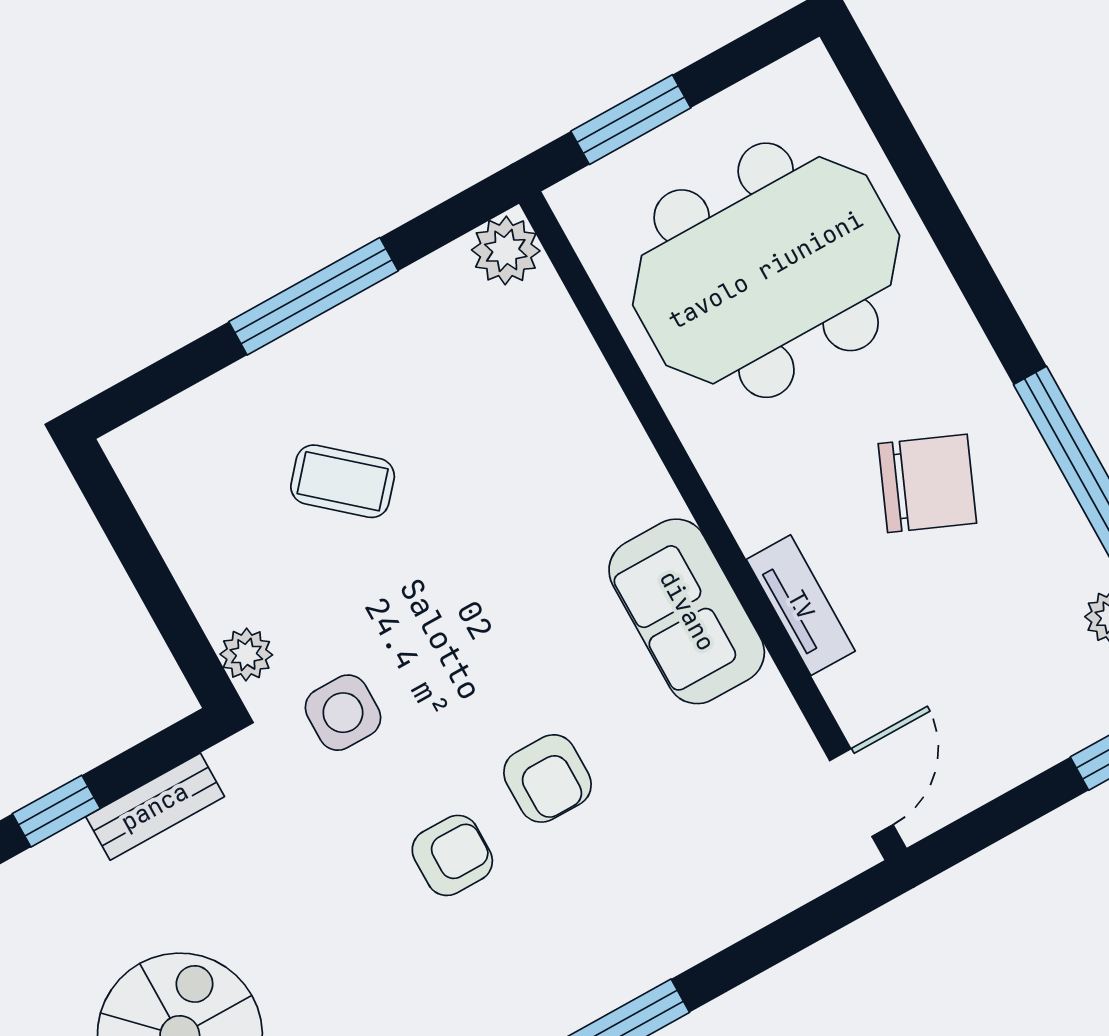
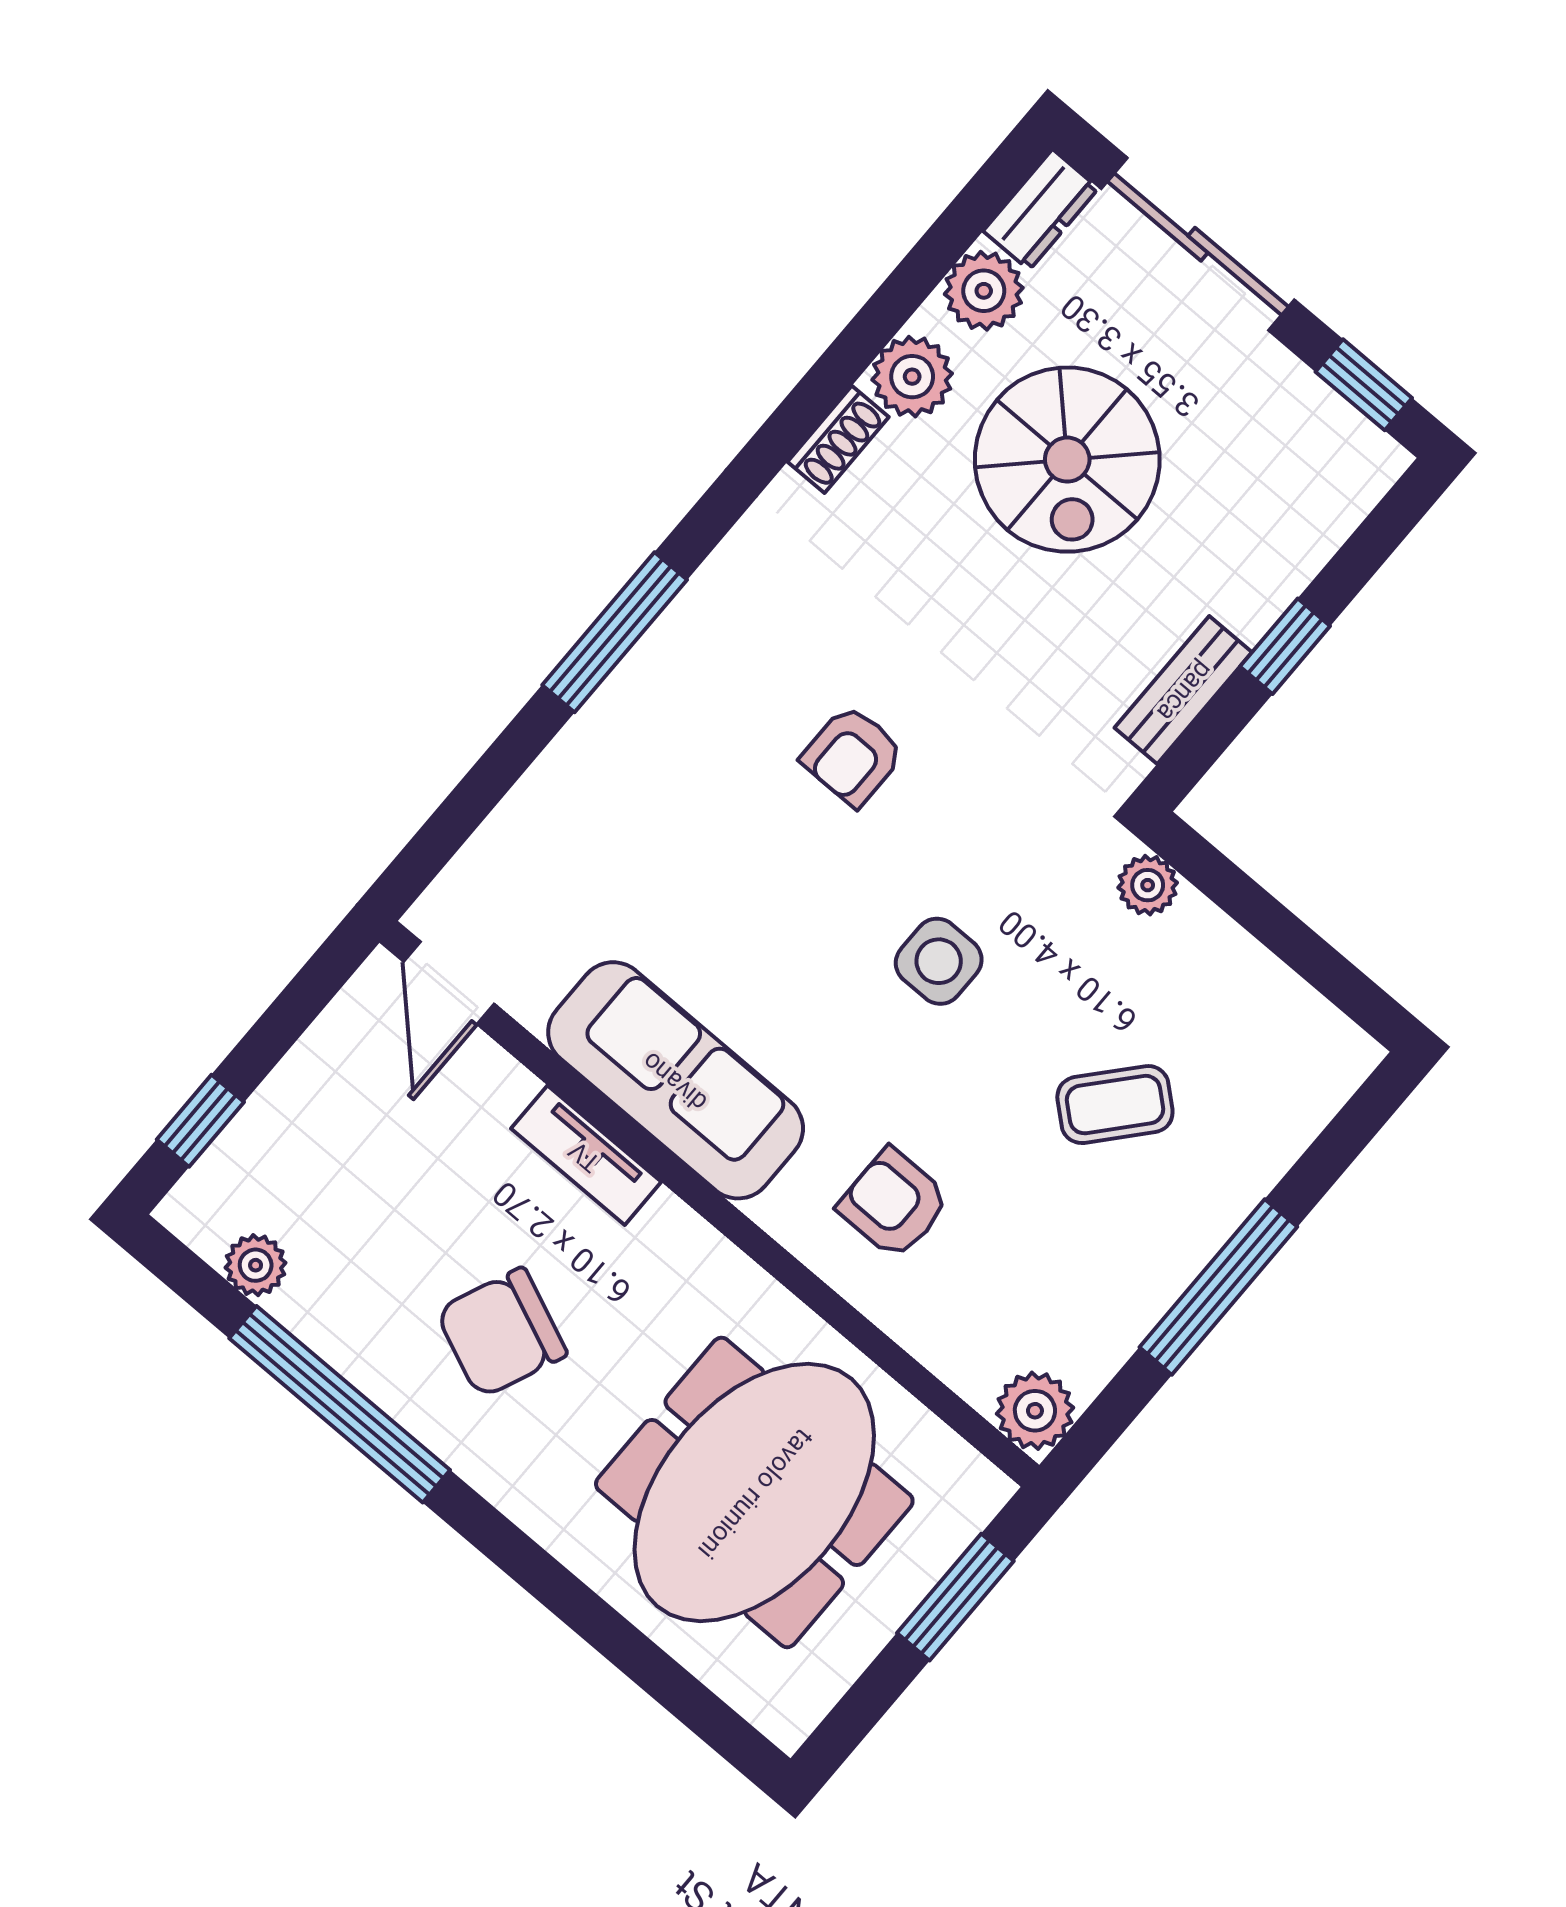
sofa: (687, 611) -> (676, 1080), width x1.36
side table: (343, 713) -> (939, 961), moved
armchair: (547, 778) -> (894, 1204), moved

